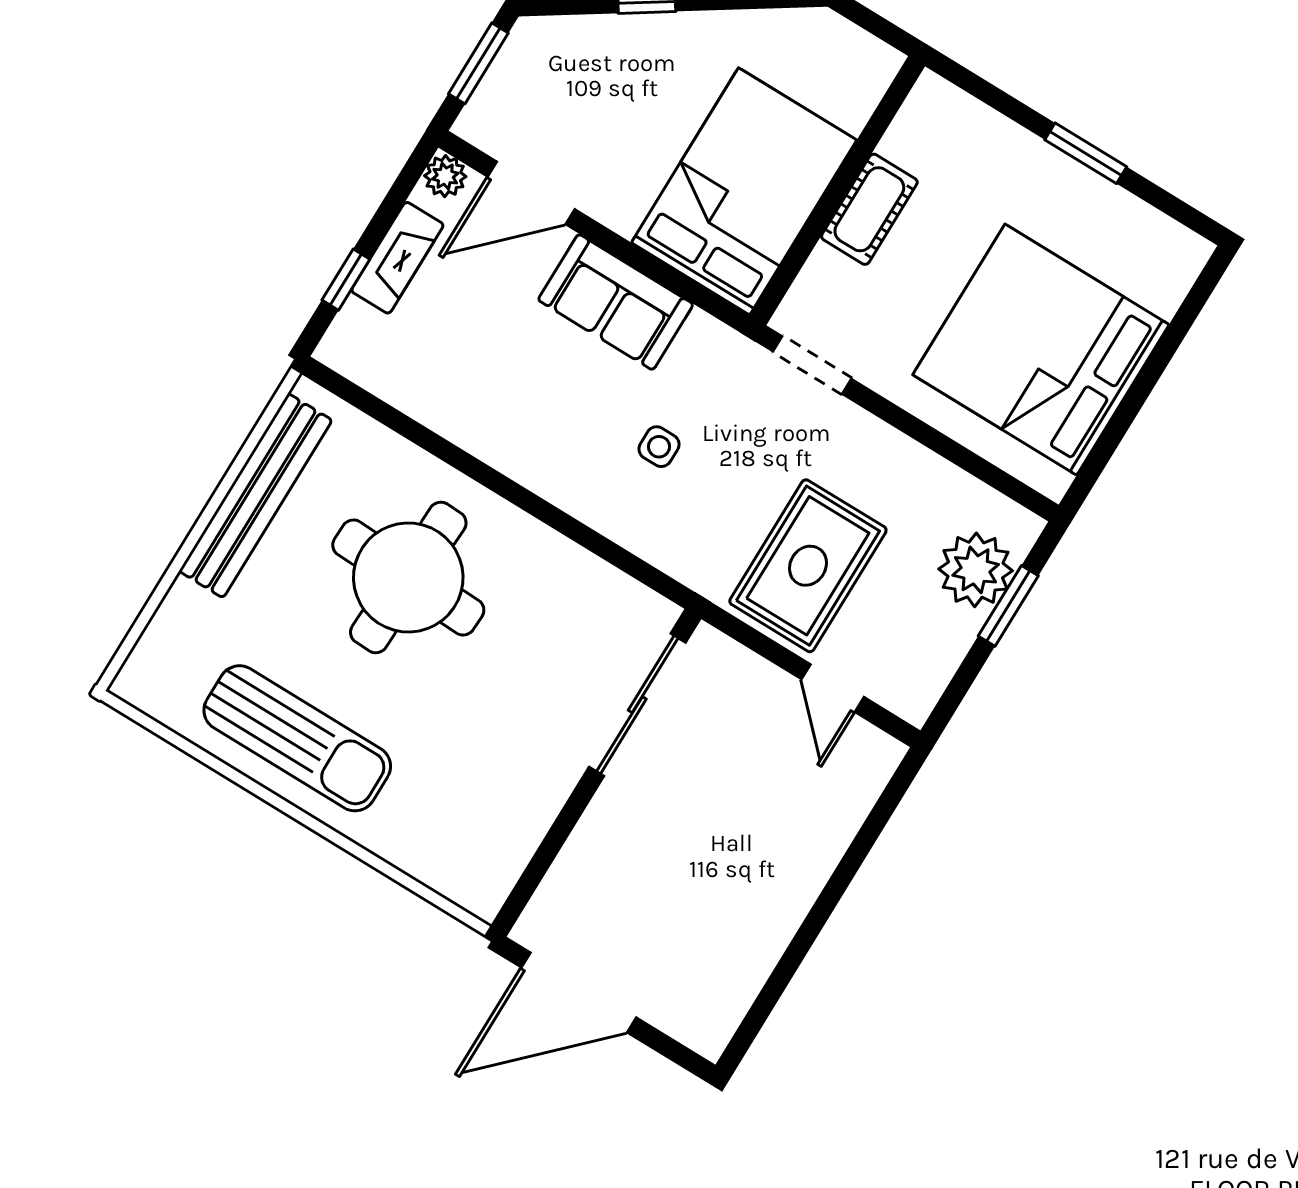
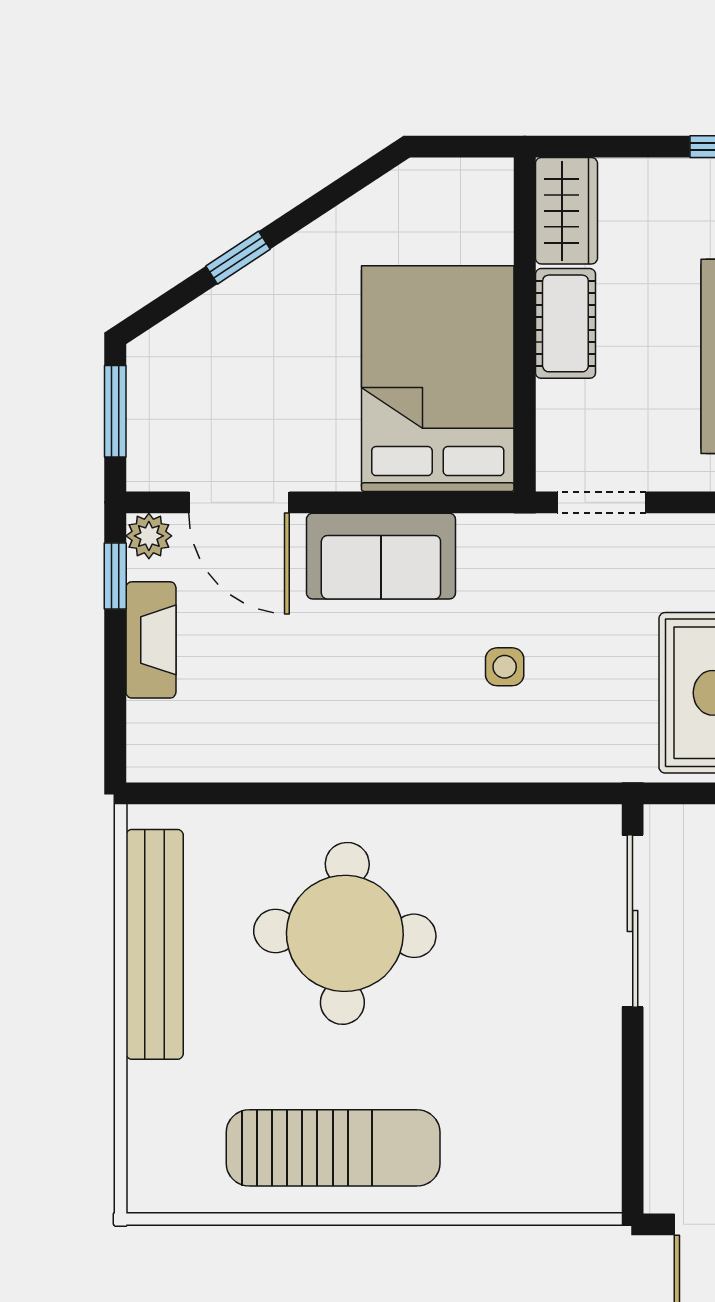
wardrobe: (924, 122) -> (566, 211), added
door: (531, 193) -> (239, 502), hinge flipped
window: (346, 280) -> (115, 576), moved

